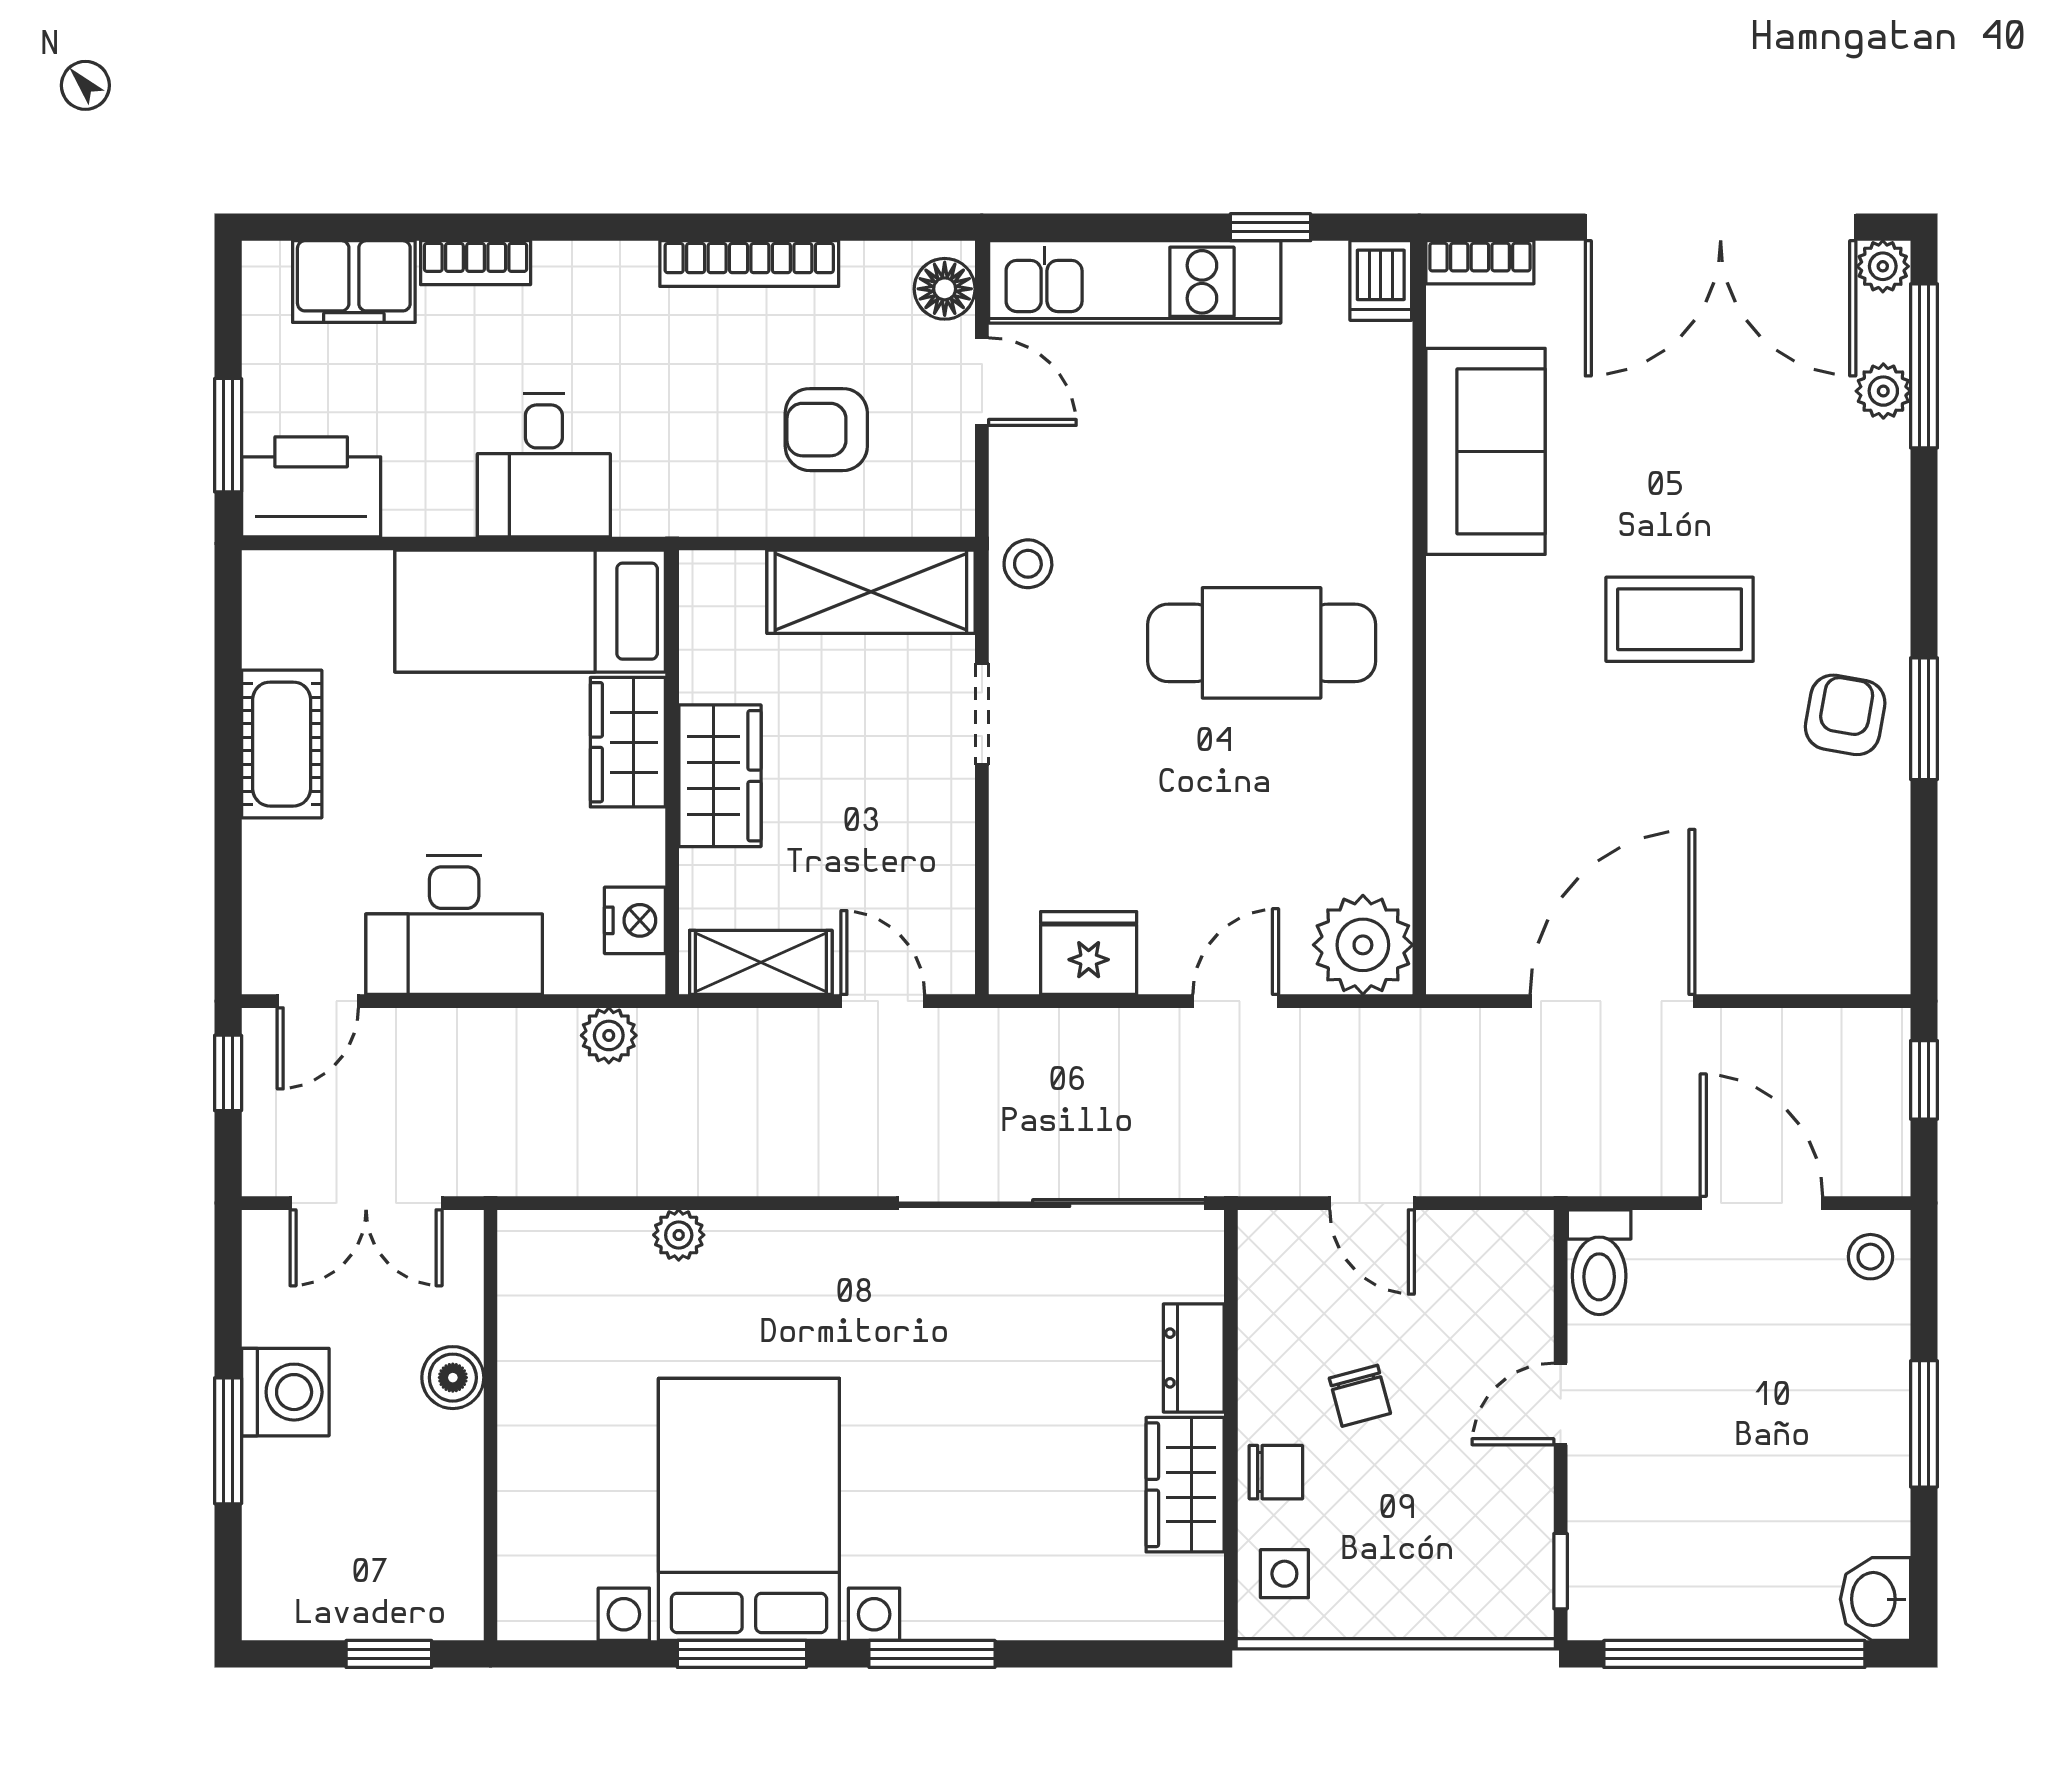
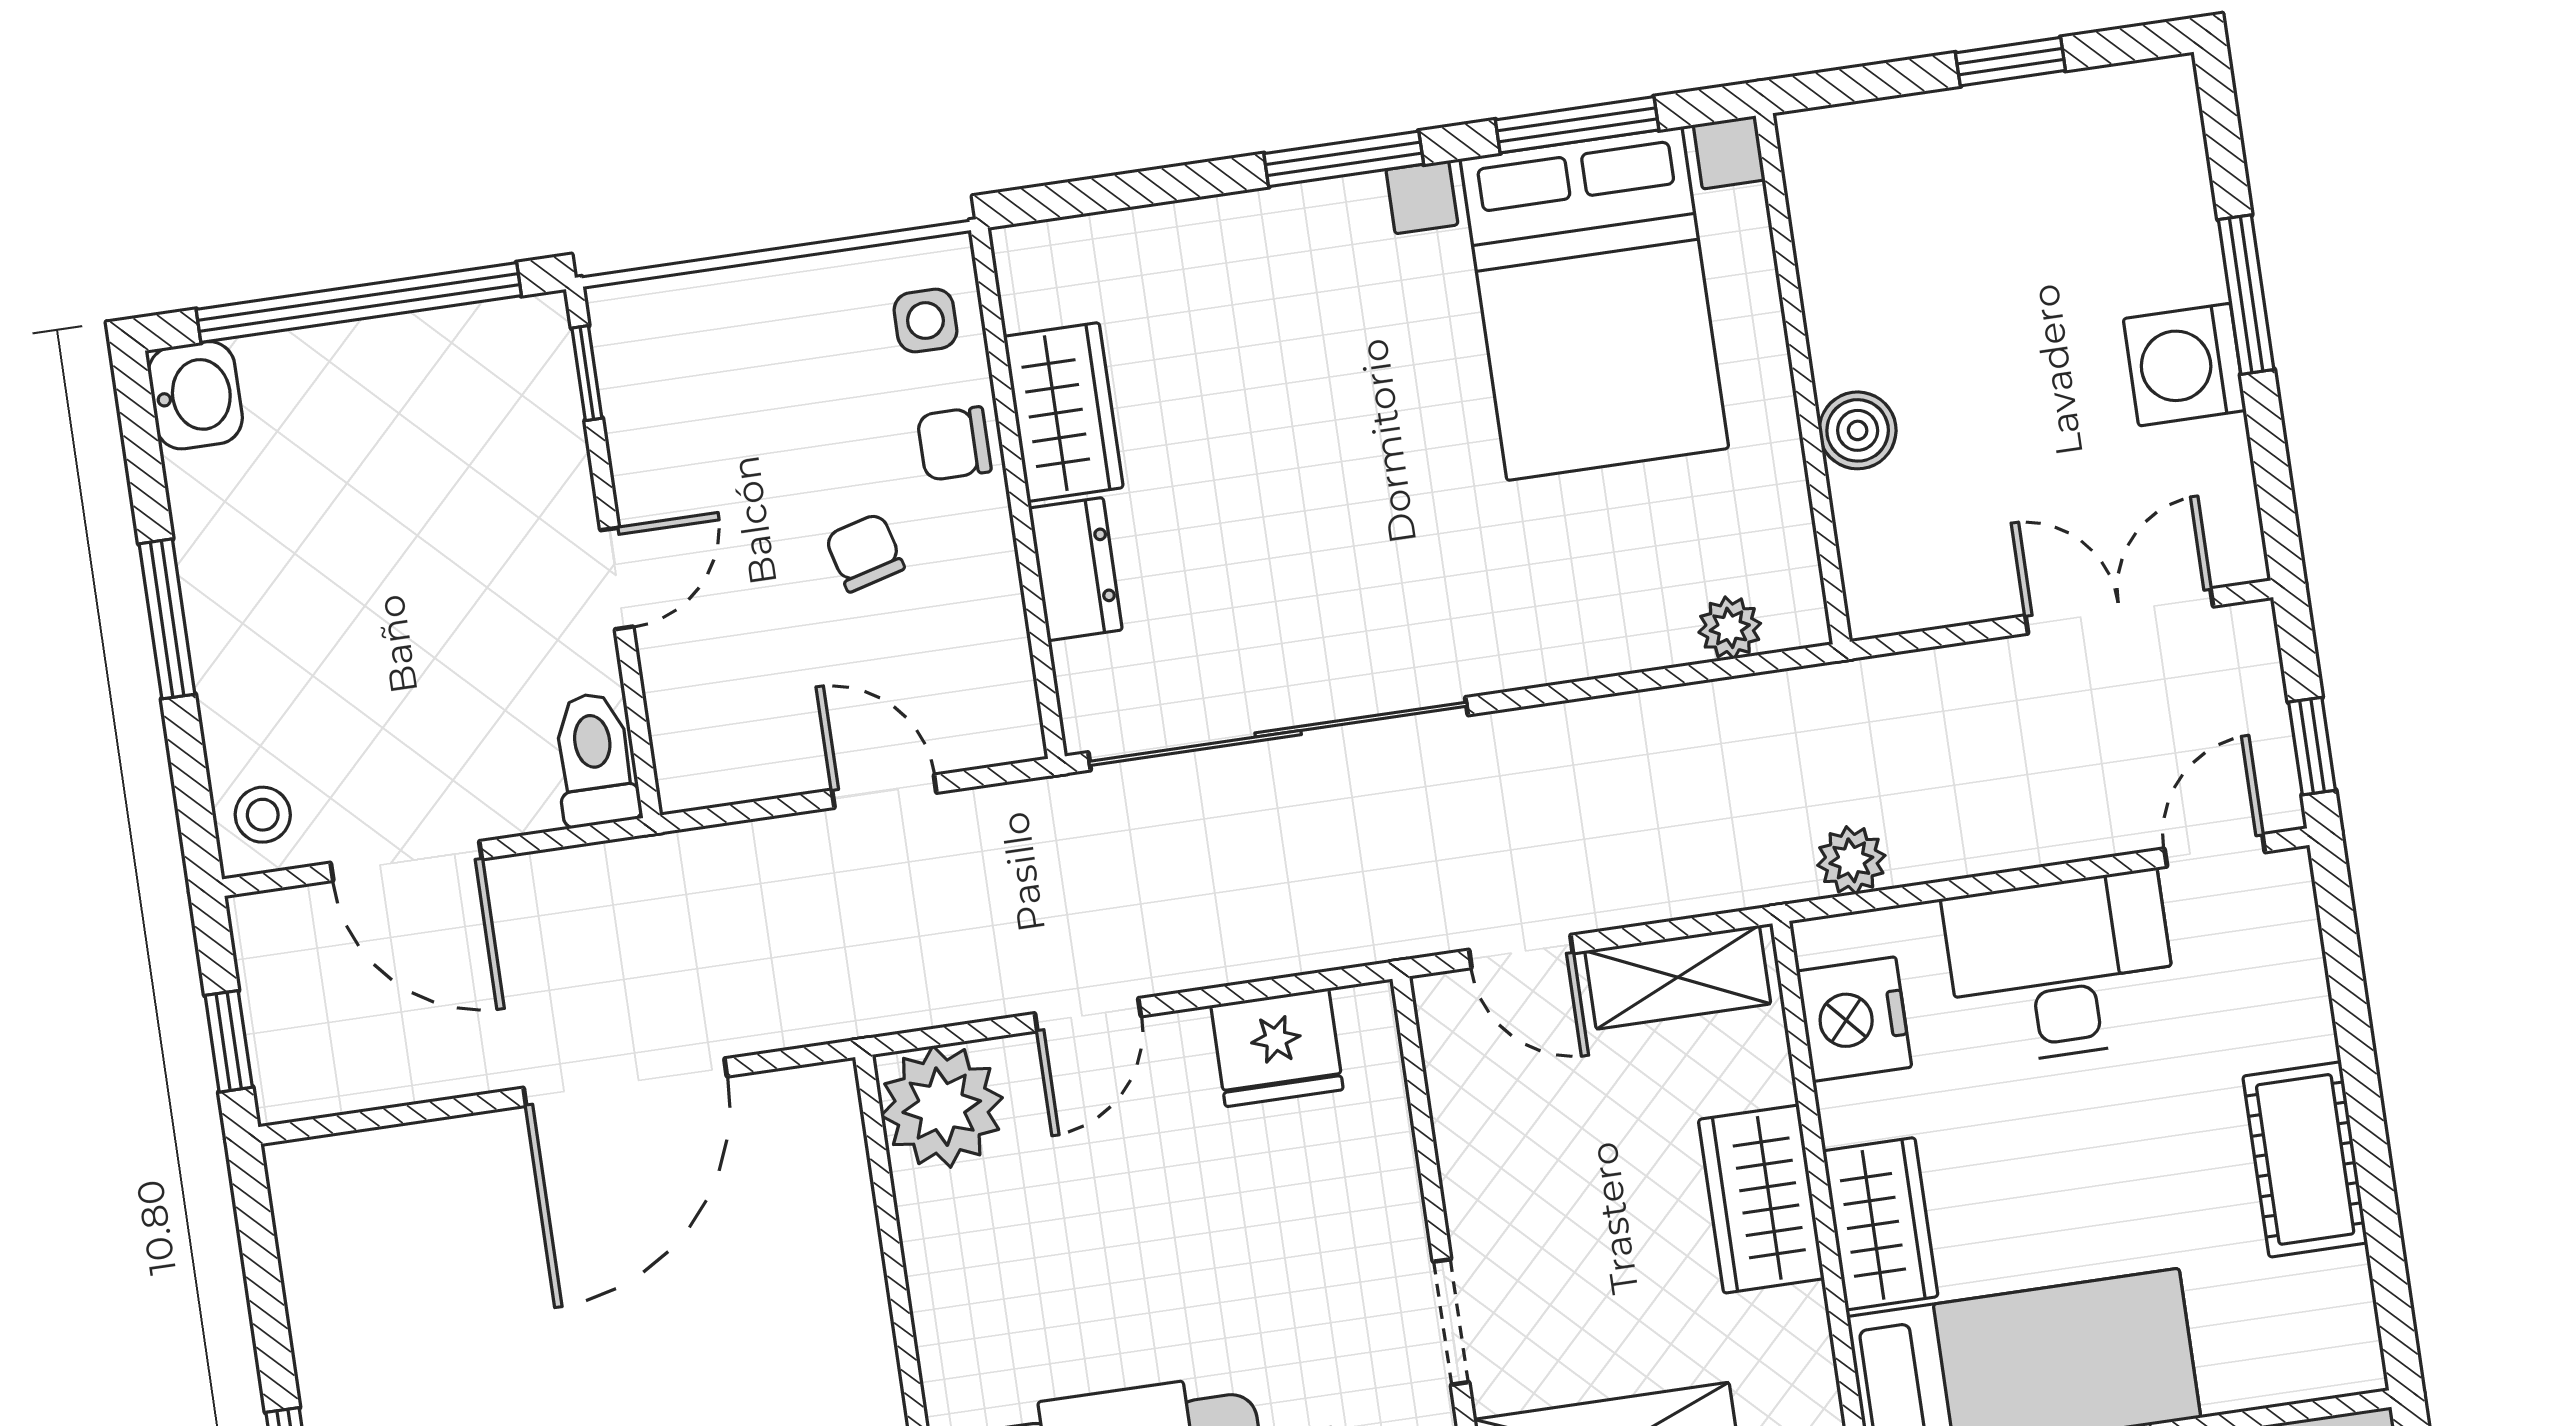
nightstand: (635, 920) -> (1854, 1019), width x1.36, depth x1.33
boiler: (453, 1378) -> (1858, 430), moved
wall: (491, 1425) -> (1803, 379), moved

